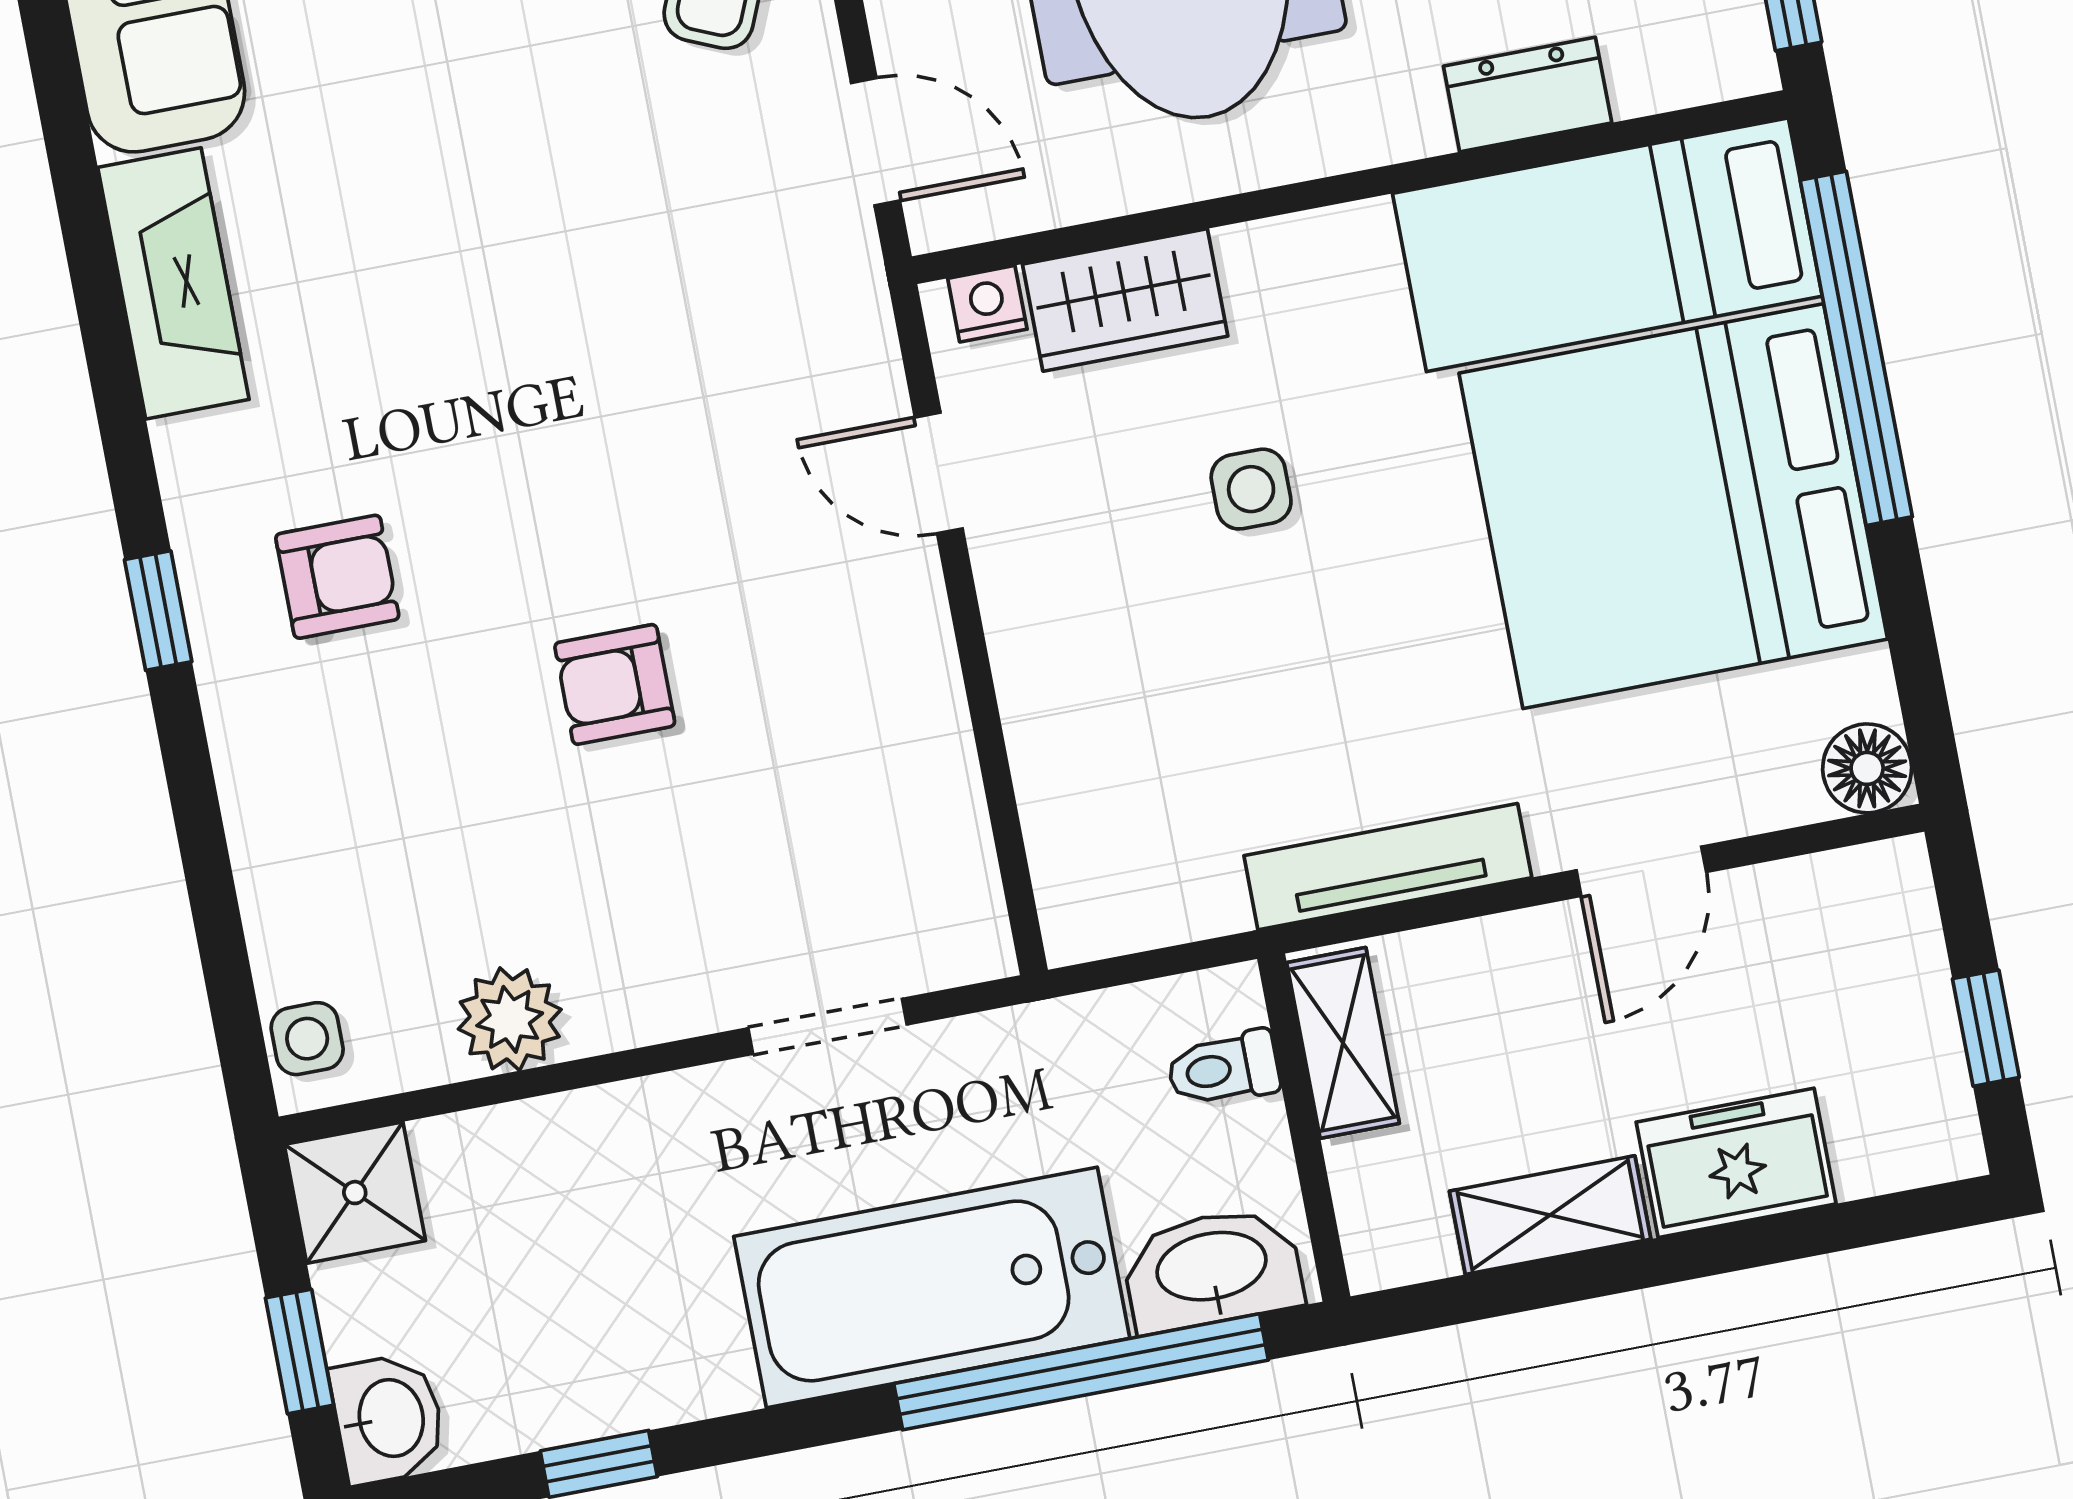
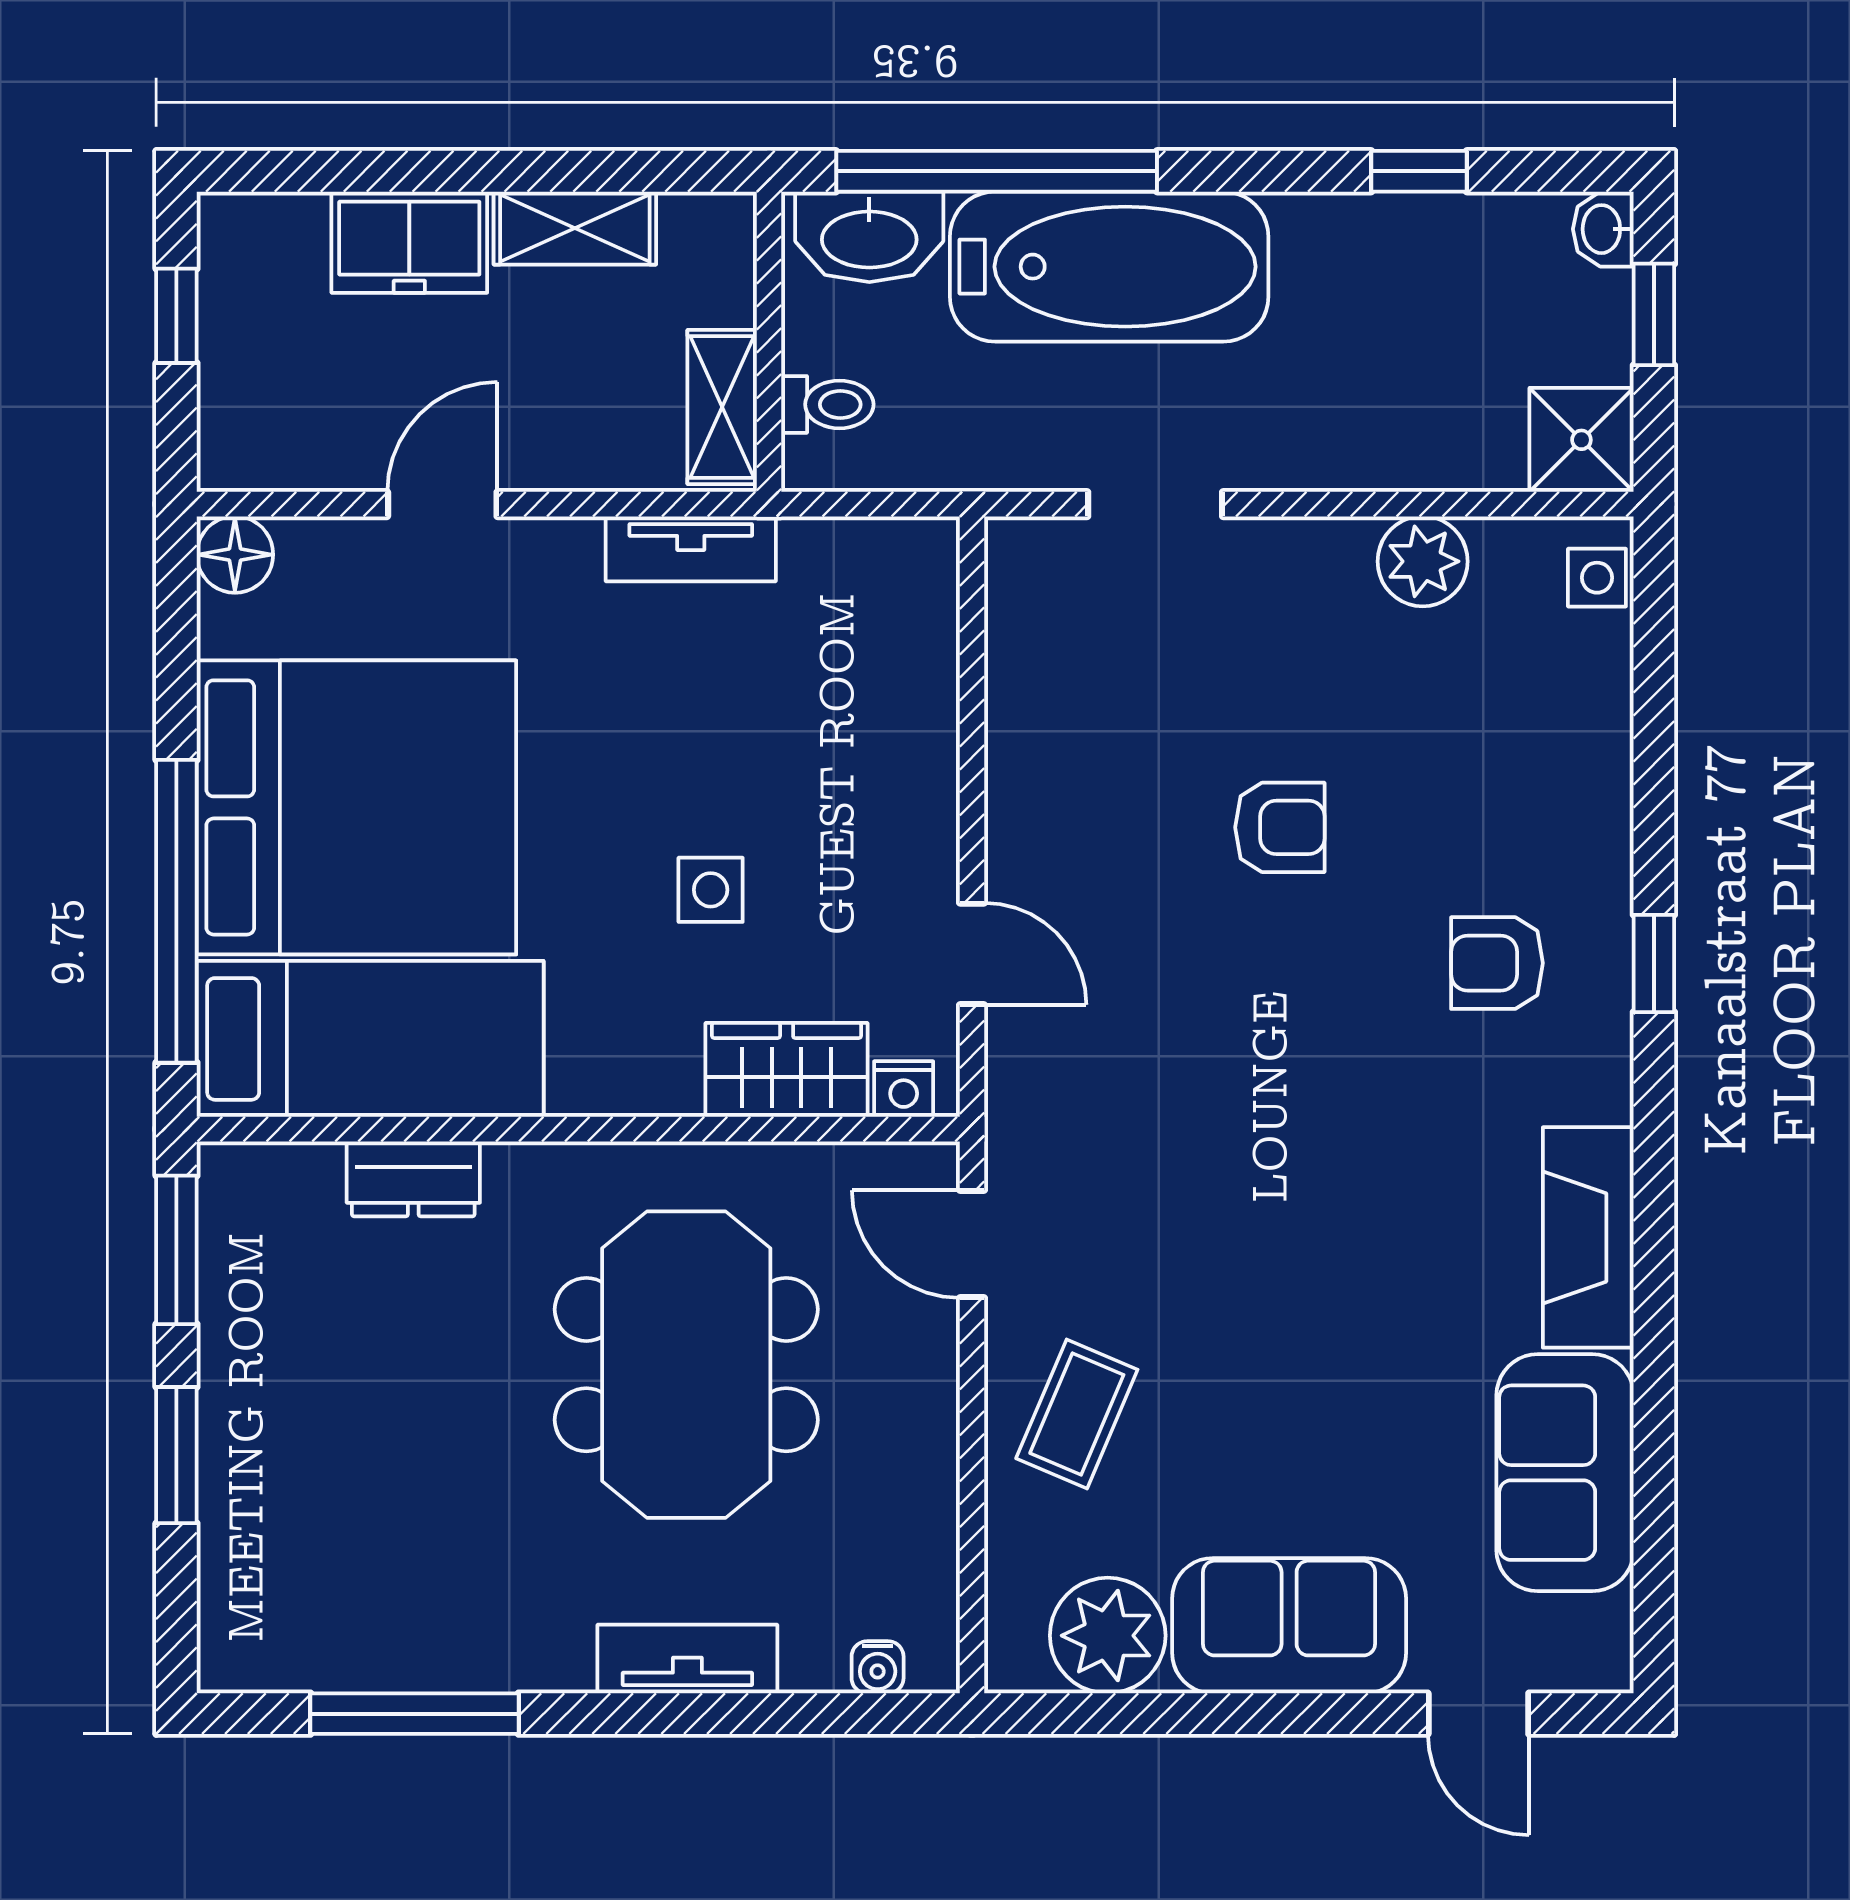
tv unit: (1388, 867) -> (691, 549), width x0.71
washbasin: (388, 1419) -> (1603, 229), width x0.72, depth x0.69

